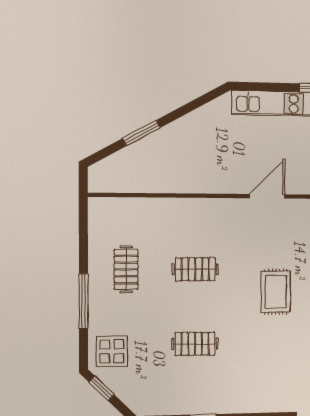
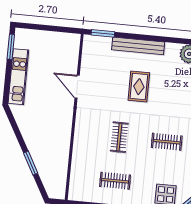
rug: (276, 292) -> (139, 87), turned 90
clothes rail: (195, 344) -> (167, 142), turned 90

